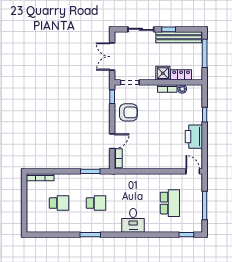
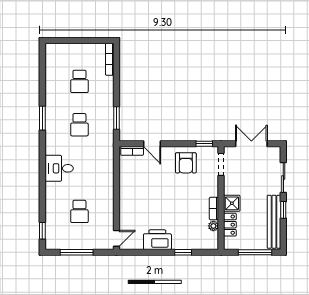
school desk: (170, 203) -> (79, 211), width x0.54

